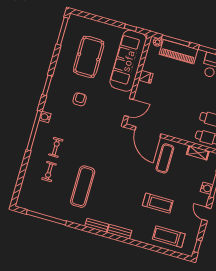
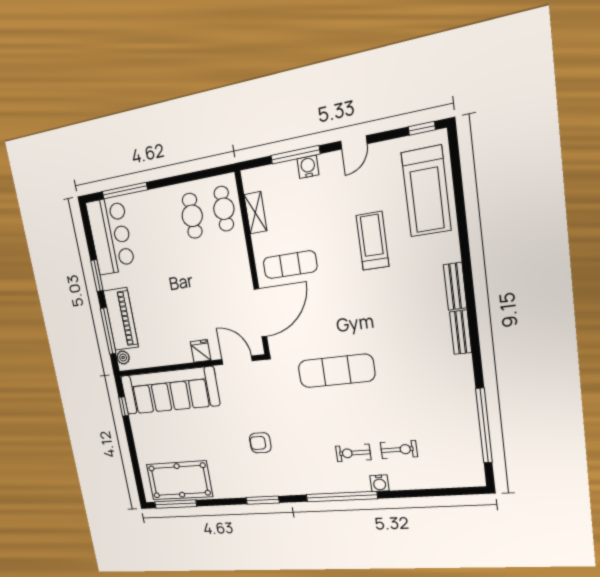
pool table: (89, 57) -> (179, 480), moved
fridge: (146, 77) -> (201, 351), moved
water cooler: (45, 117) -> (379, 483), moved
exercise mat: (83, 187) -> (336, 371), moved
treadmill: (169, 237) -> (426, 191), width x1.37, depth x1.38

